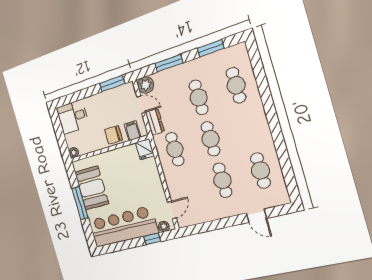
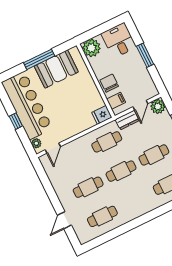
window: (112, 84) -> (145, 55), moved
plant: (74, 153) -> (91, 48), width x1.88, depth x1.88
door: (172, 210) -> (53, 148), hinge flipped
window: (152, 239) -> (16, 121), moved

